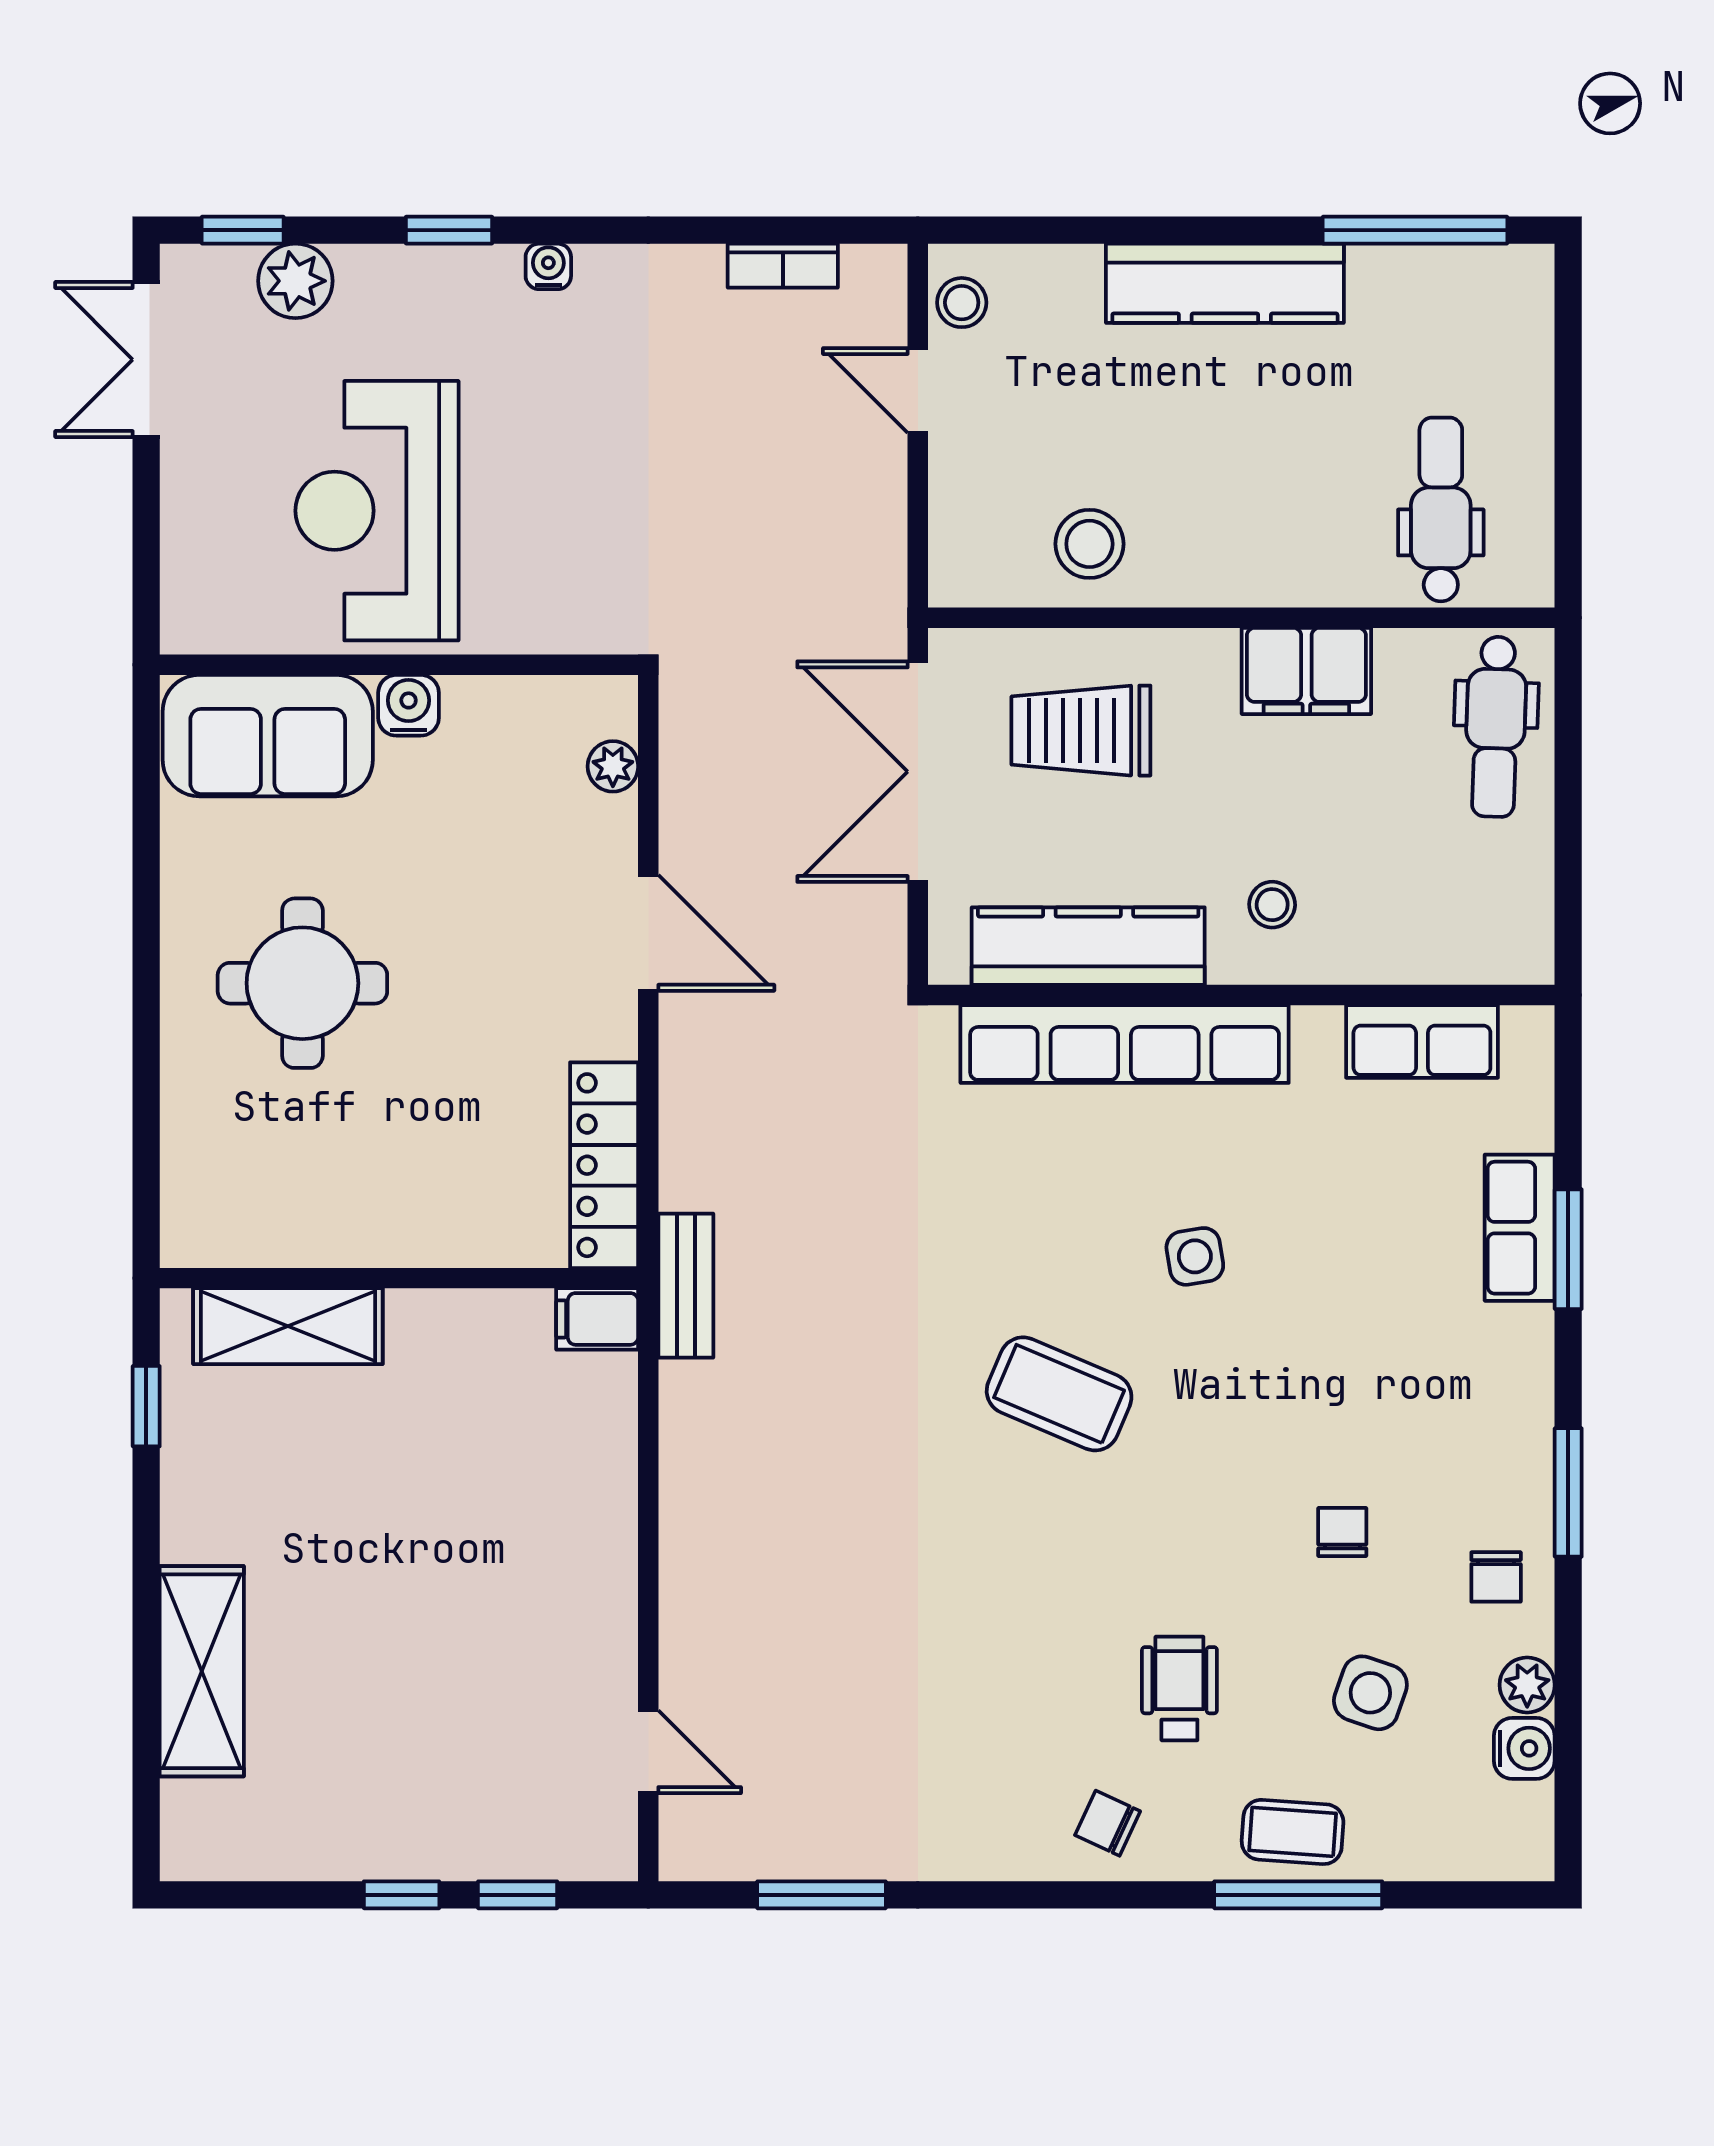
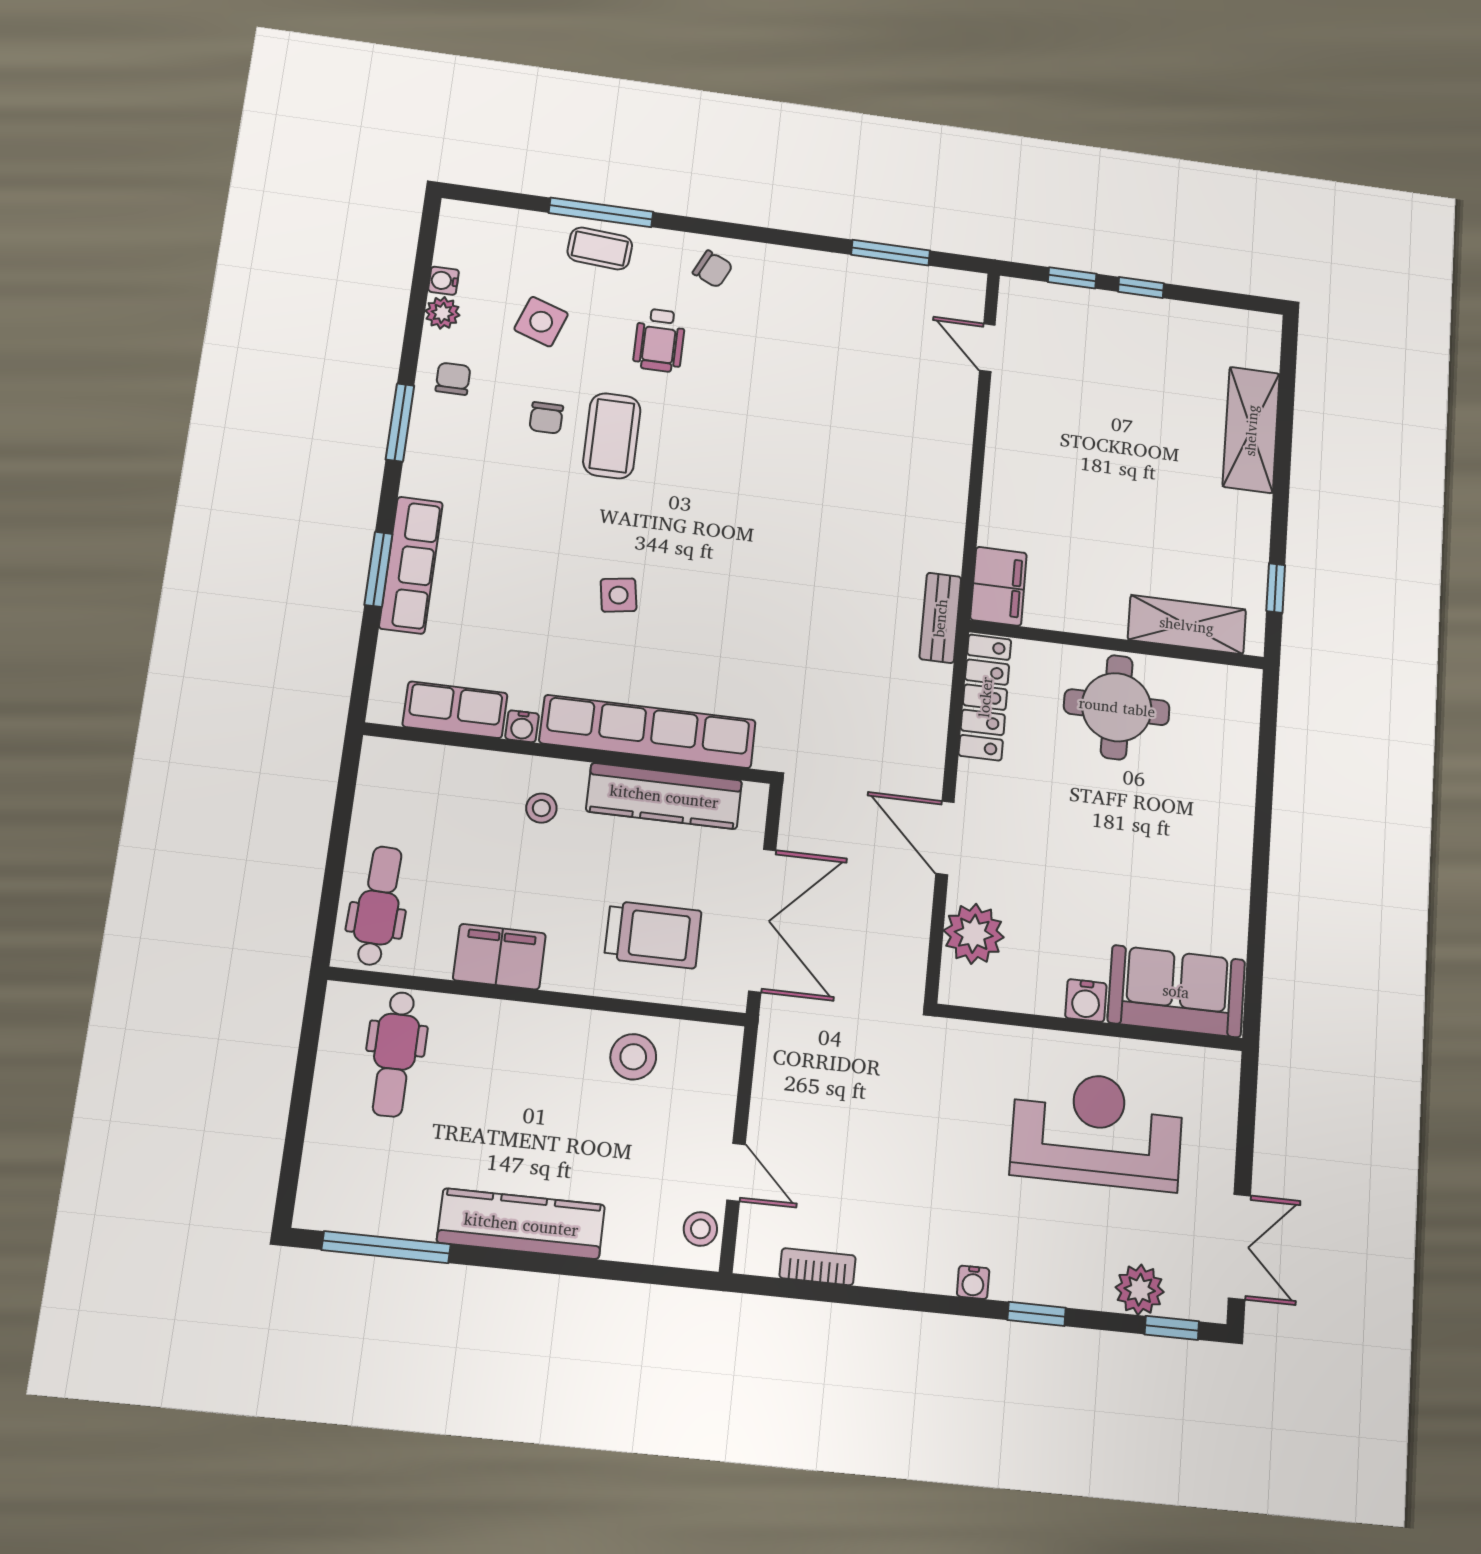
reception desk: (377, 511) -> (1097, 1130), turned -90
plant: (613, 766) -> (974, 934), width x1.88, depth x1.88
round table: (302, 983) -> (1117, 707), moved
water cooler: (1317, 1028) -> (522, 726), added
row of seats: (1520, 1228) -> (411, 565), width x1.48
filing cabinet: (597, 1319) -> (999, 586), width x2.00
coffee table: (1059, 1394) -> (612, 436), moved, turned 67
water cooler: (1524, 1748) -> (444, 281), width x0.72, depth x0.72

